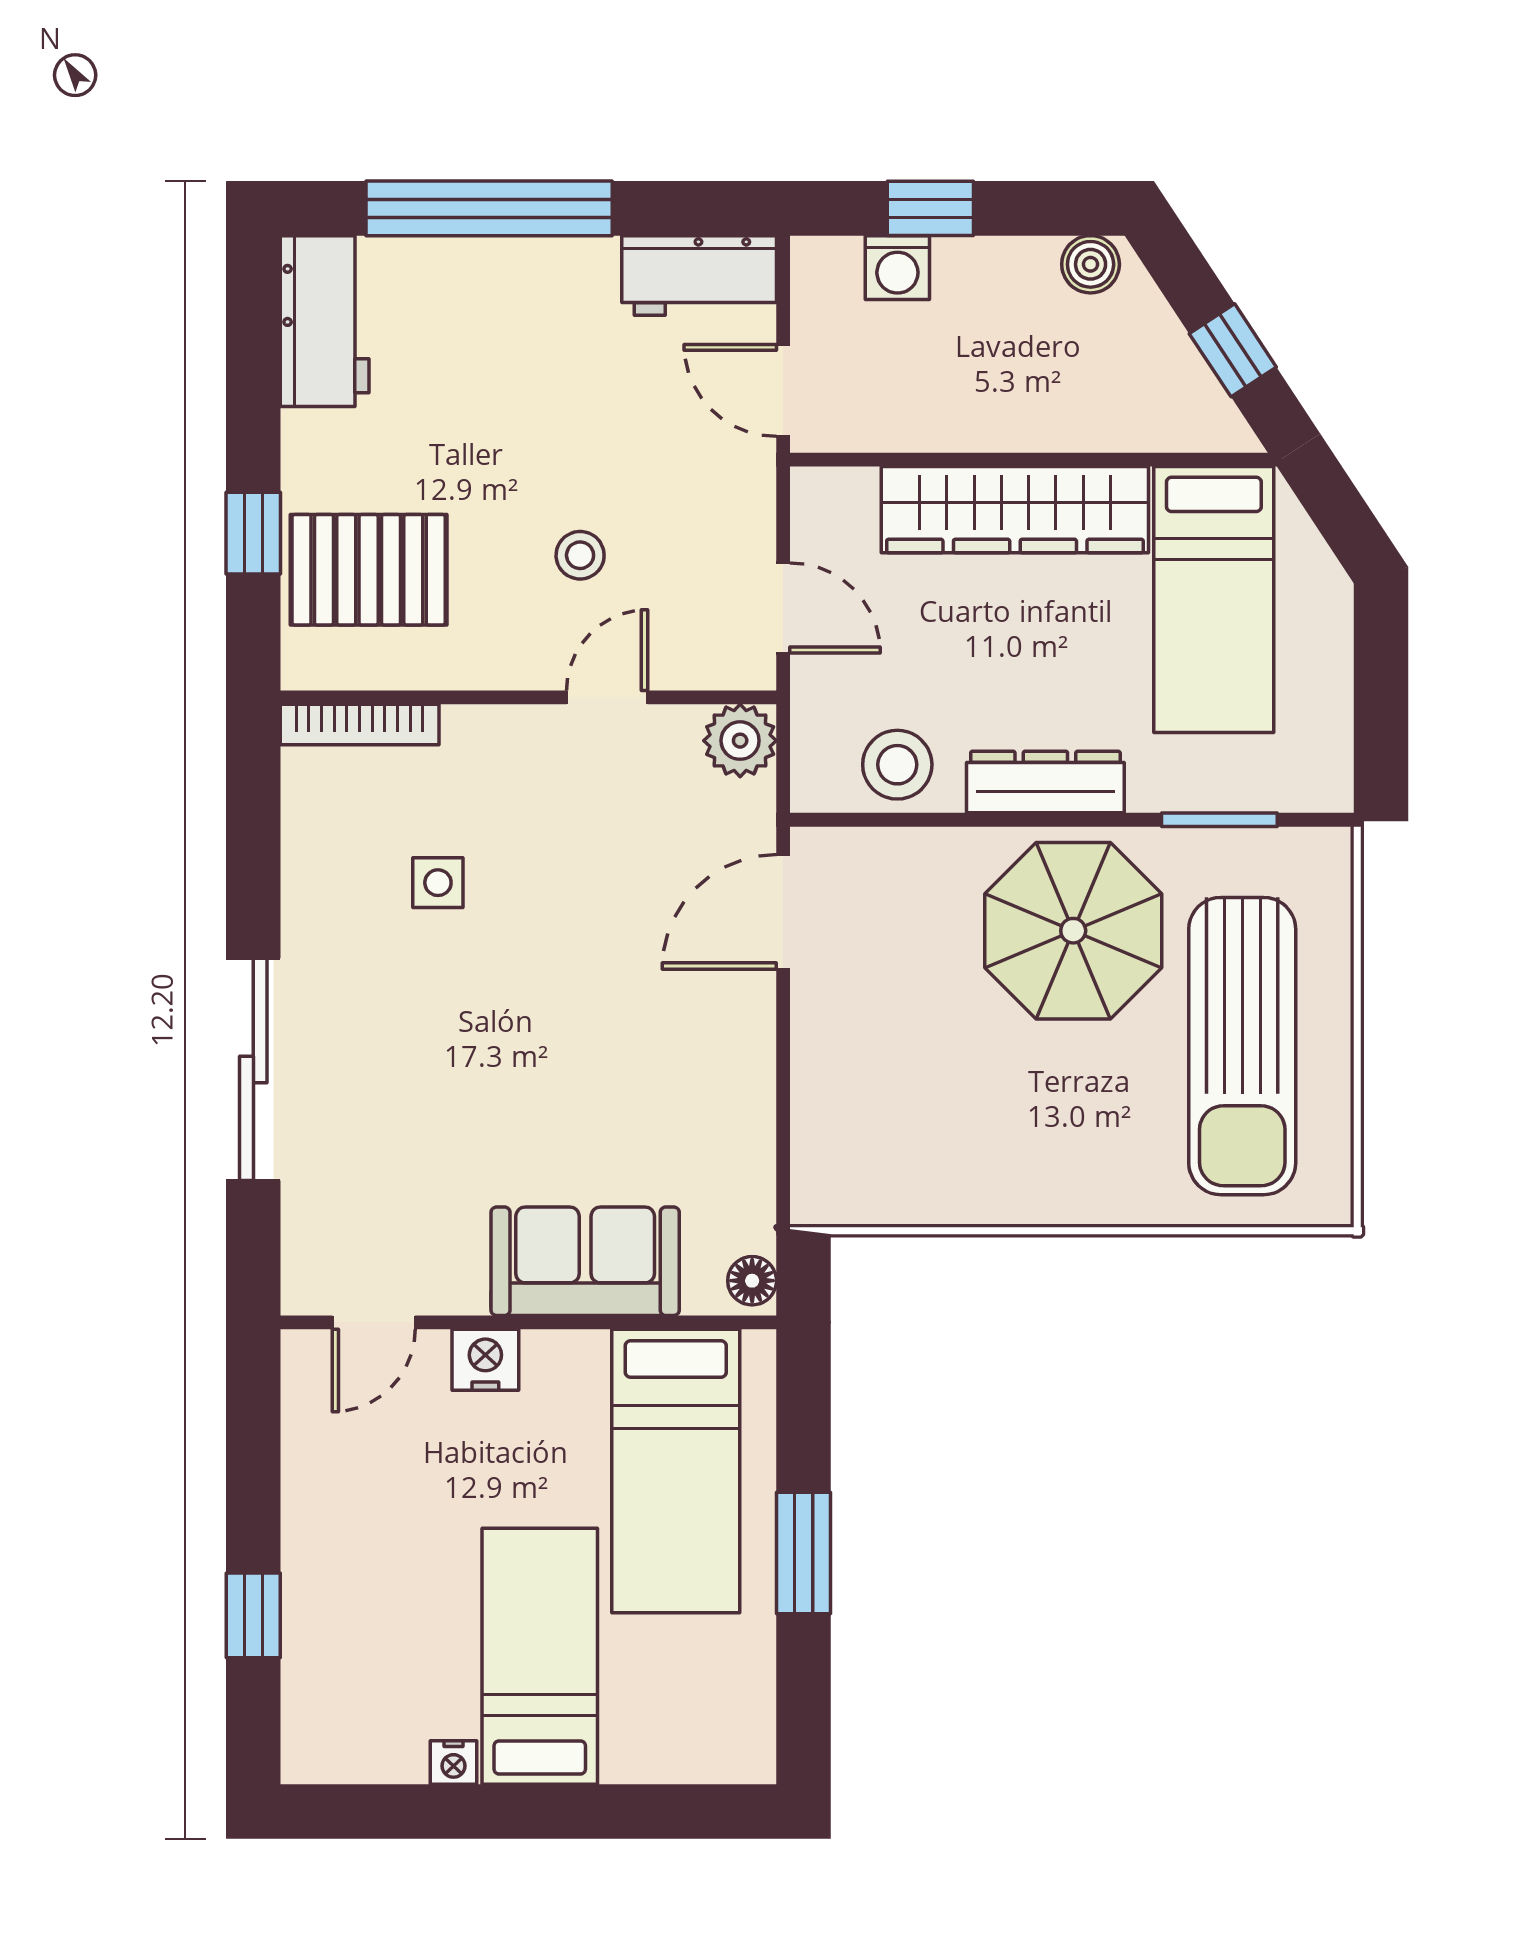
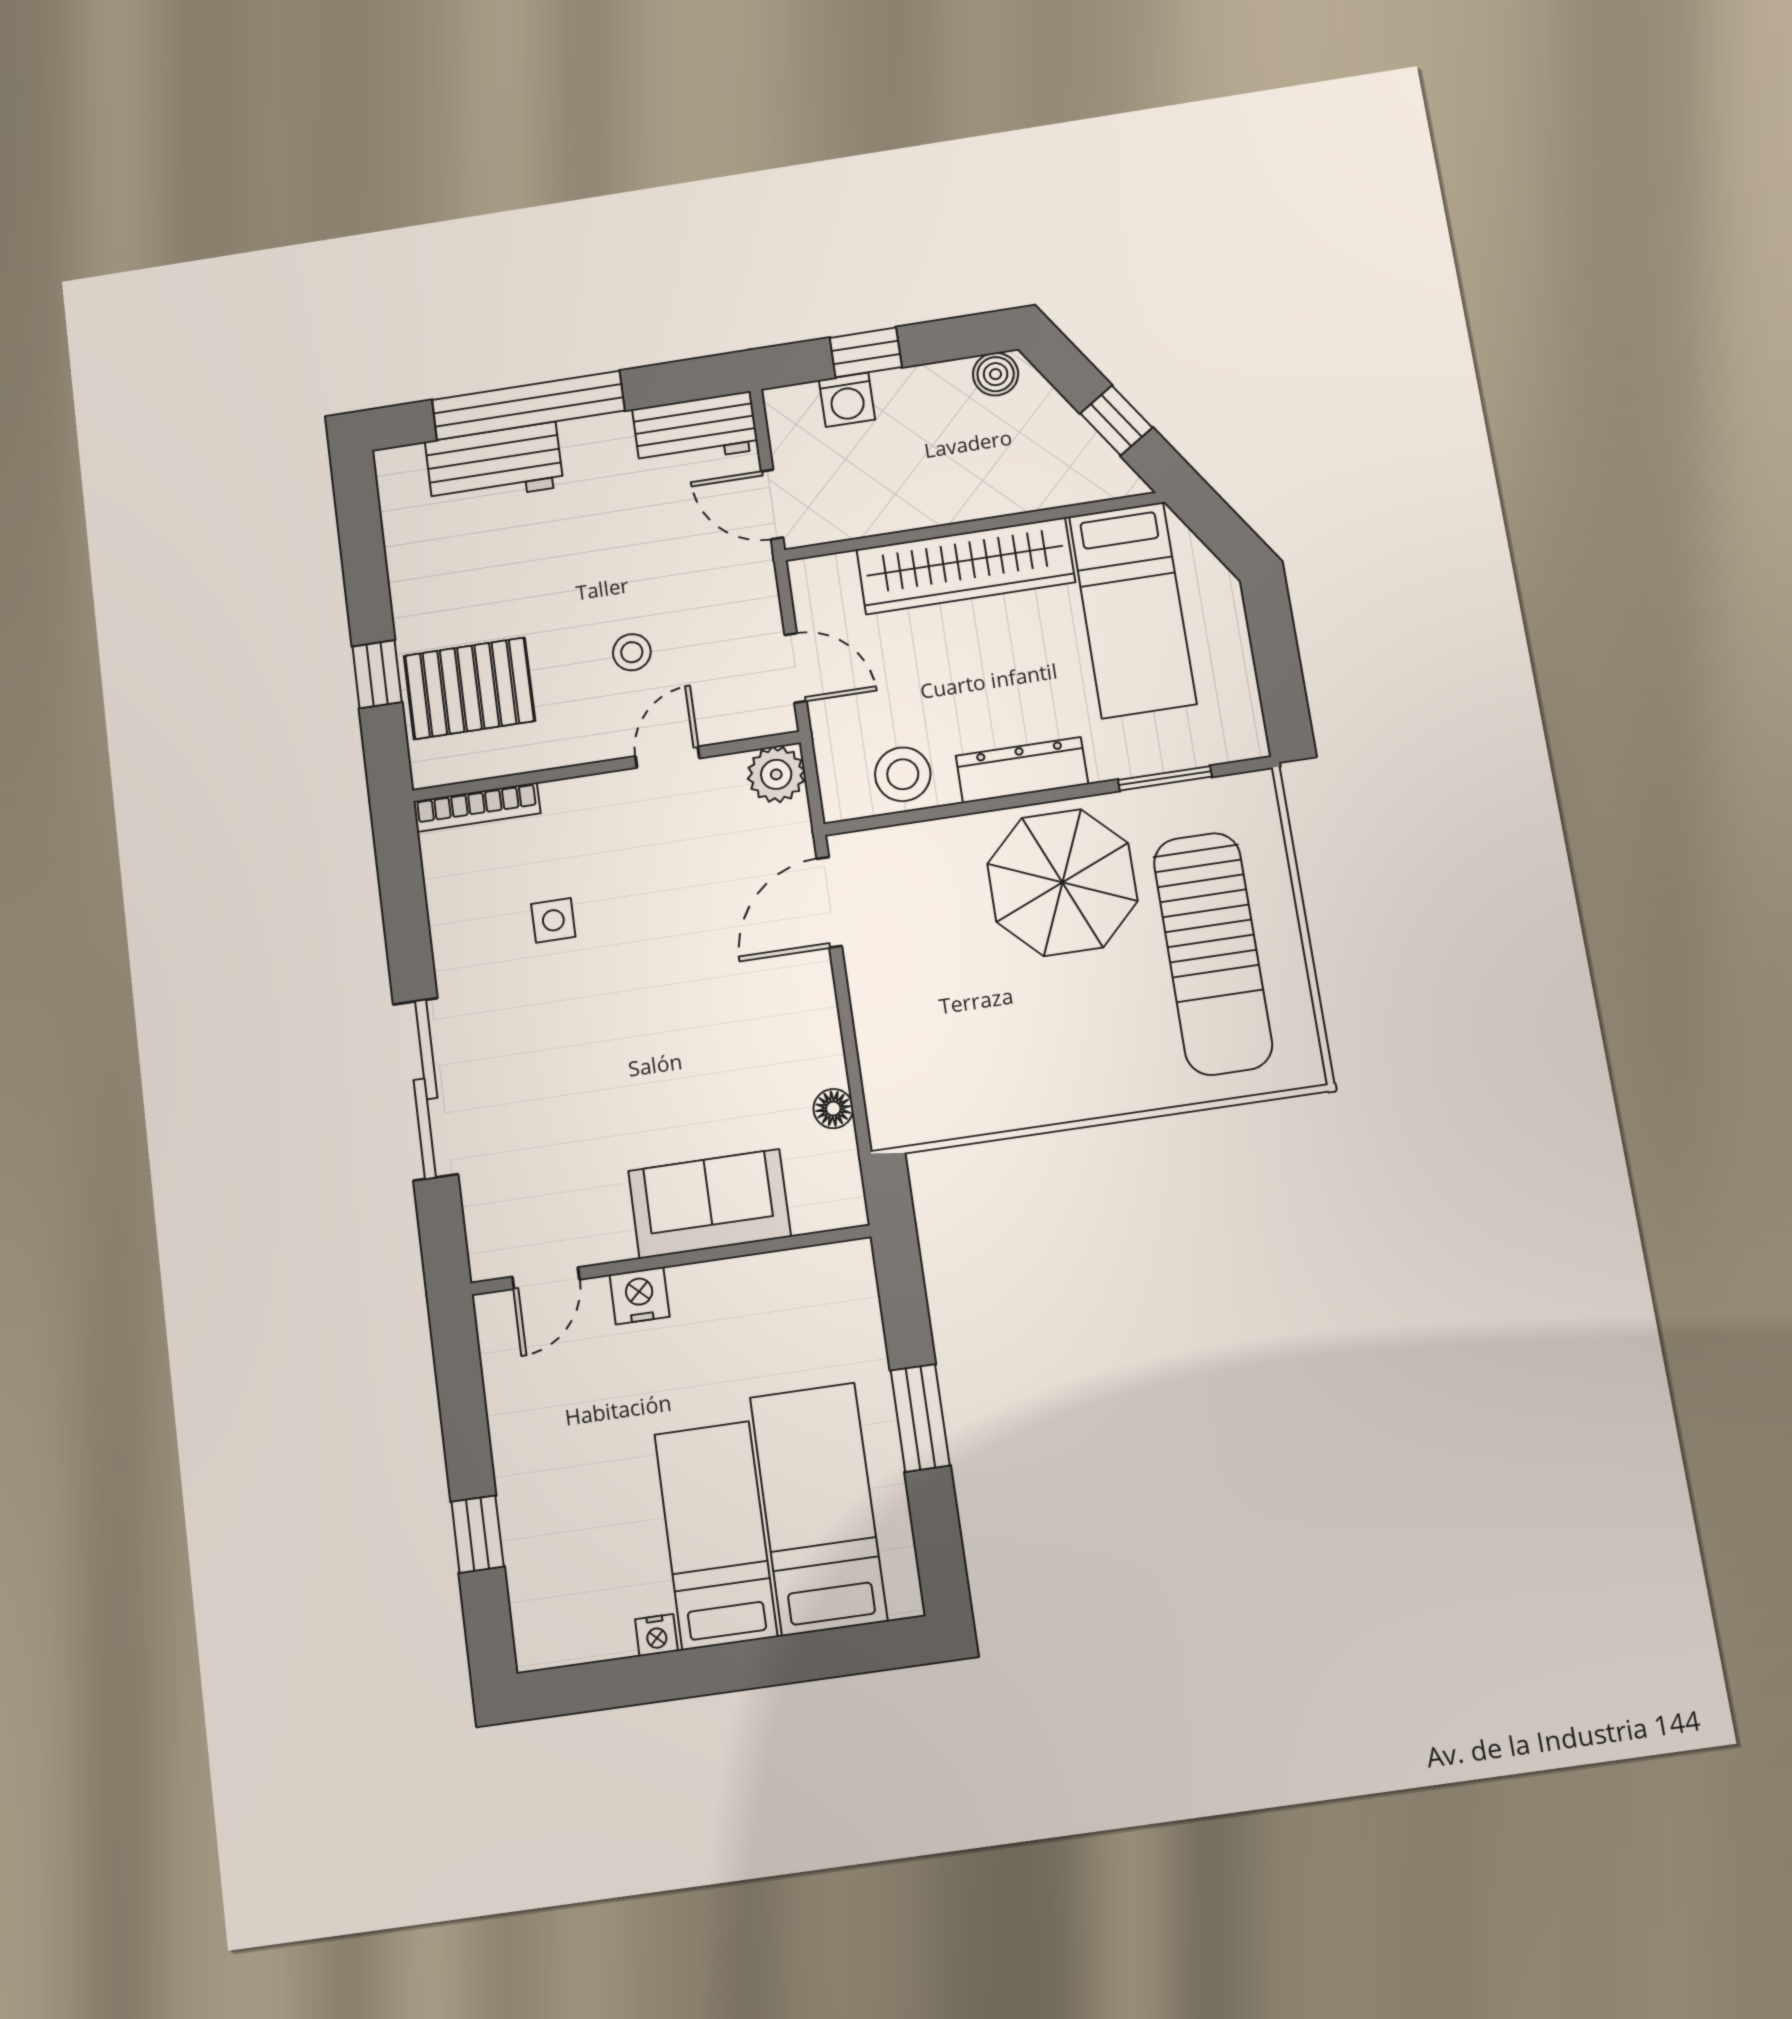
workbench: (325, 321) -> (494, 464), moved, turned 90
floor lamp: (752, 1281) -> (833, 1109), moved
bed: (676, 1471) -> (818, 1509), moved, turned 180

